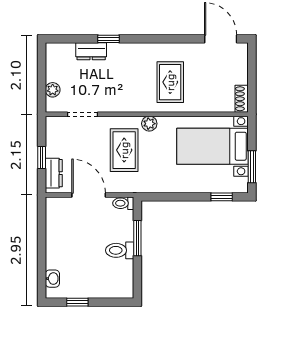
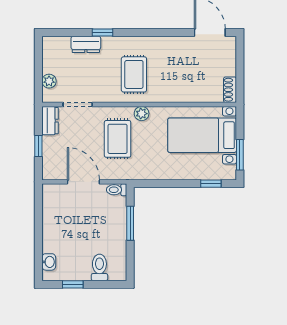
rug: (170, 82) -> (134, 74), moved
dresser: (54, 173) -> (50, 121), moved
toilet: (120, 250) -> (99, 267), moved, turned 90

